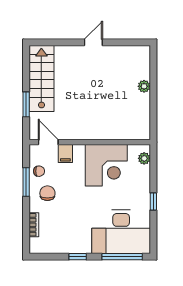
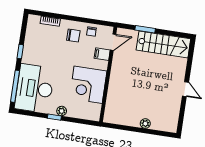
plant: (144, 158) -> (62, 111), moved
window: (26, 182) -> (85, 20), removed

